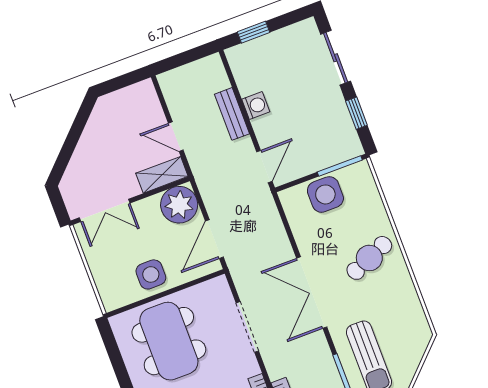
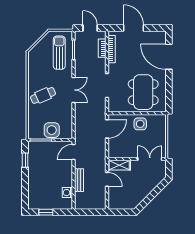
window: (253, 32) -> (46, 212), moved
sliding door: (336, 58) -> (25, 188), removed
washing machine: (256, 106) -> (67, 193), moved
plant: (179, 205) -> (117, 149), removed
double door: (312, 293) -> (74, 90), width x0.73

